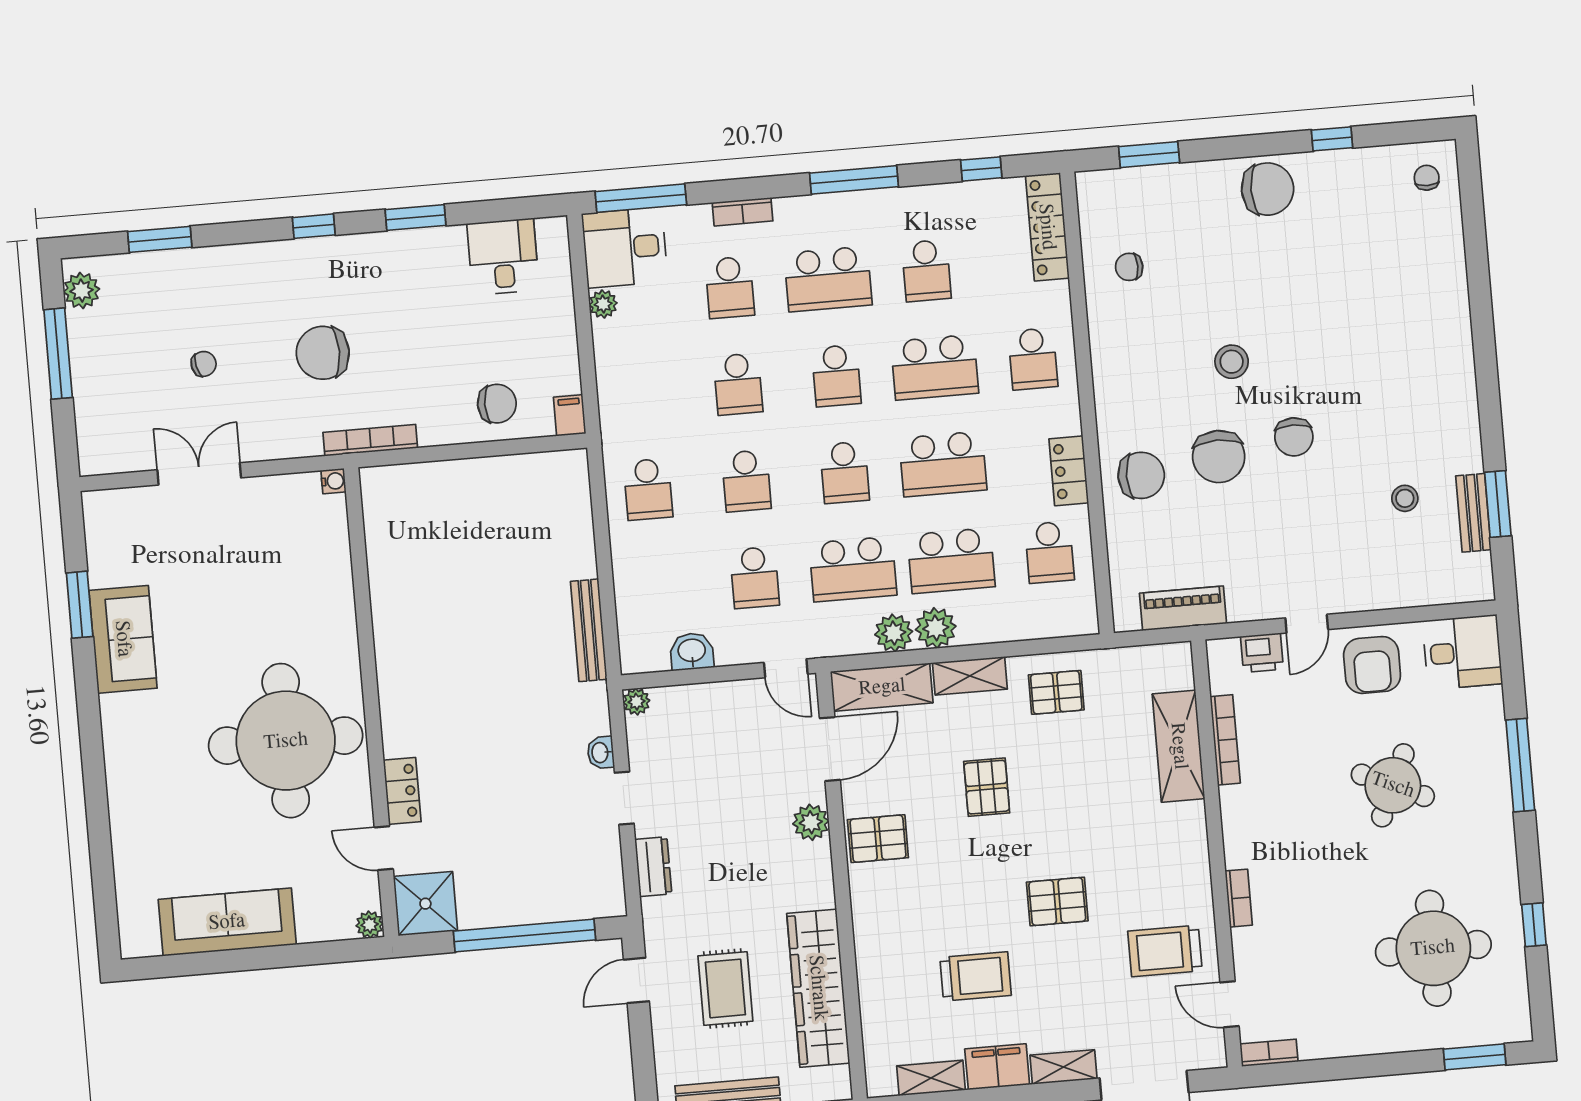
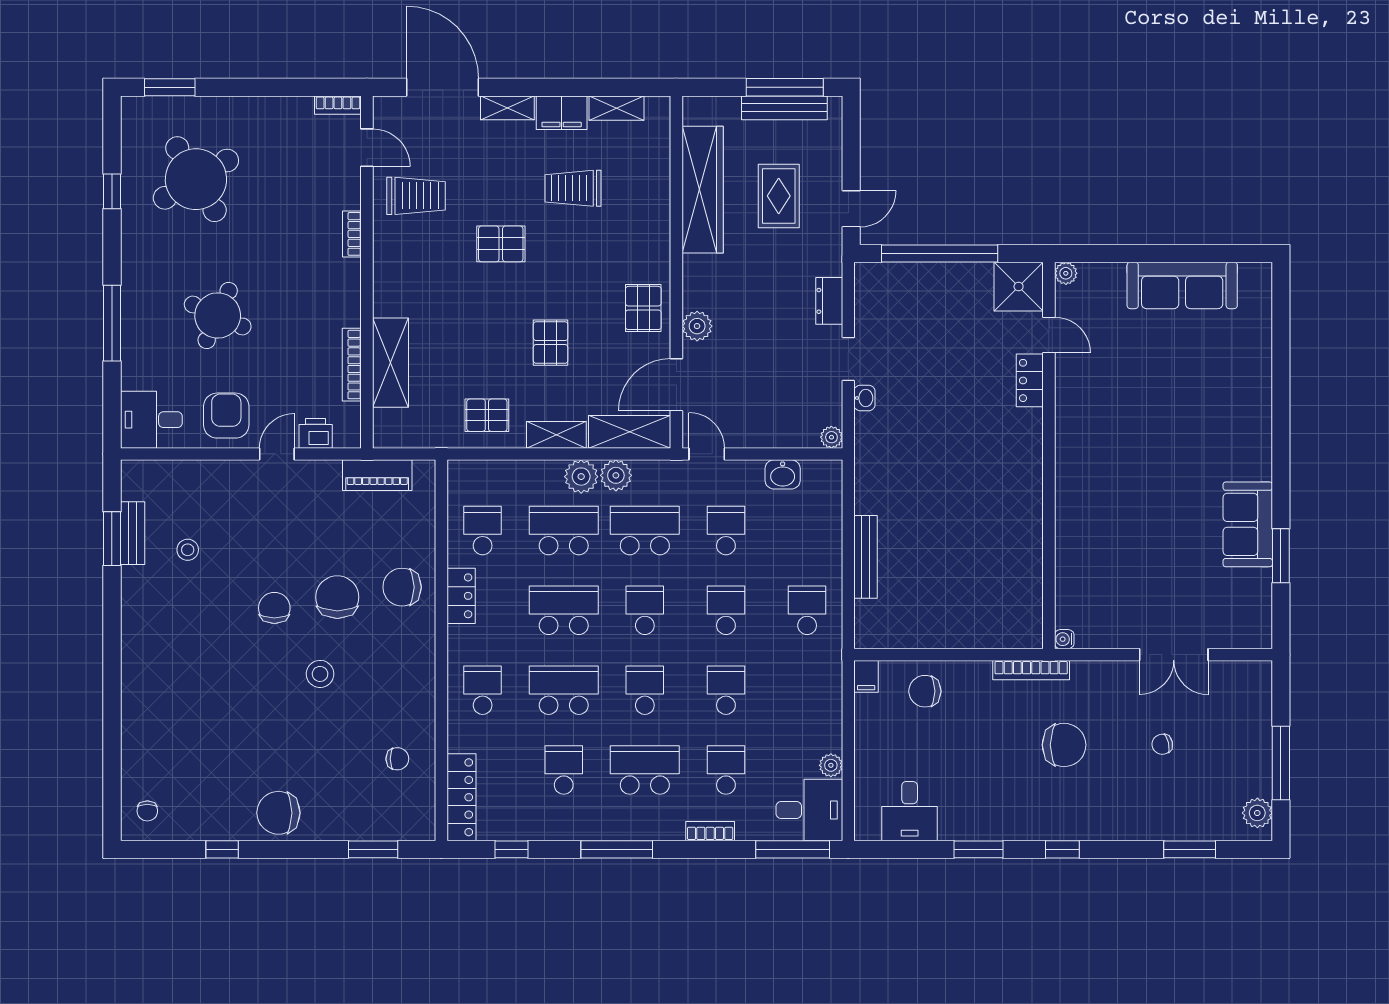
bench: (589, 630) -> (866, 557), moved
round table: (286, 741) -> (1122, 430), removed
pallet: (878, 839) -> (643, 308), turned 90
round table: (1433, 948) -> (196, 179), turned -31

